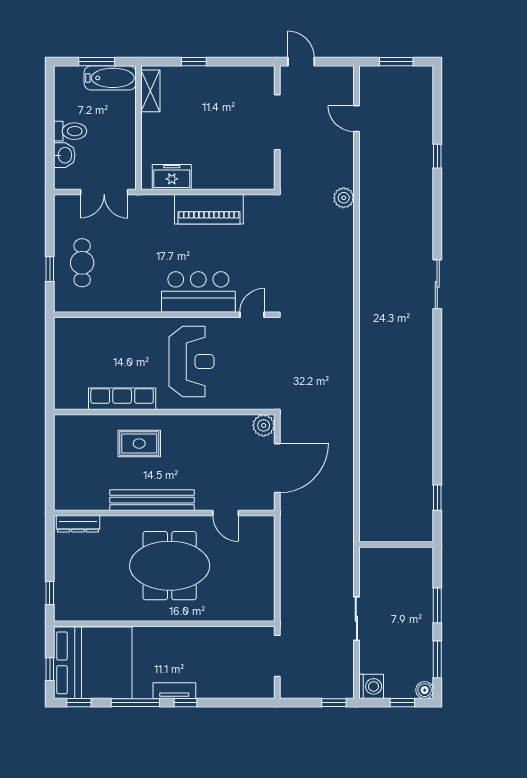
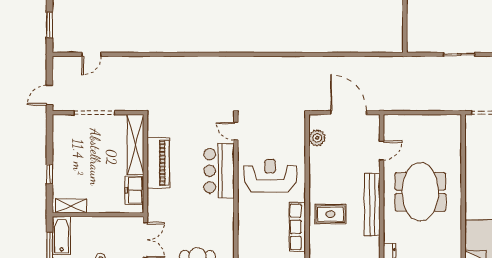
shelving: (234, 178) -> (135, 145), added
plant: (344, 198) -> (150, 64), removed
plant: (264, 425) -> (317, 138), moved
rug: (139, 444) -> (330, 214), turned 90

